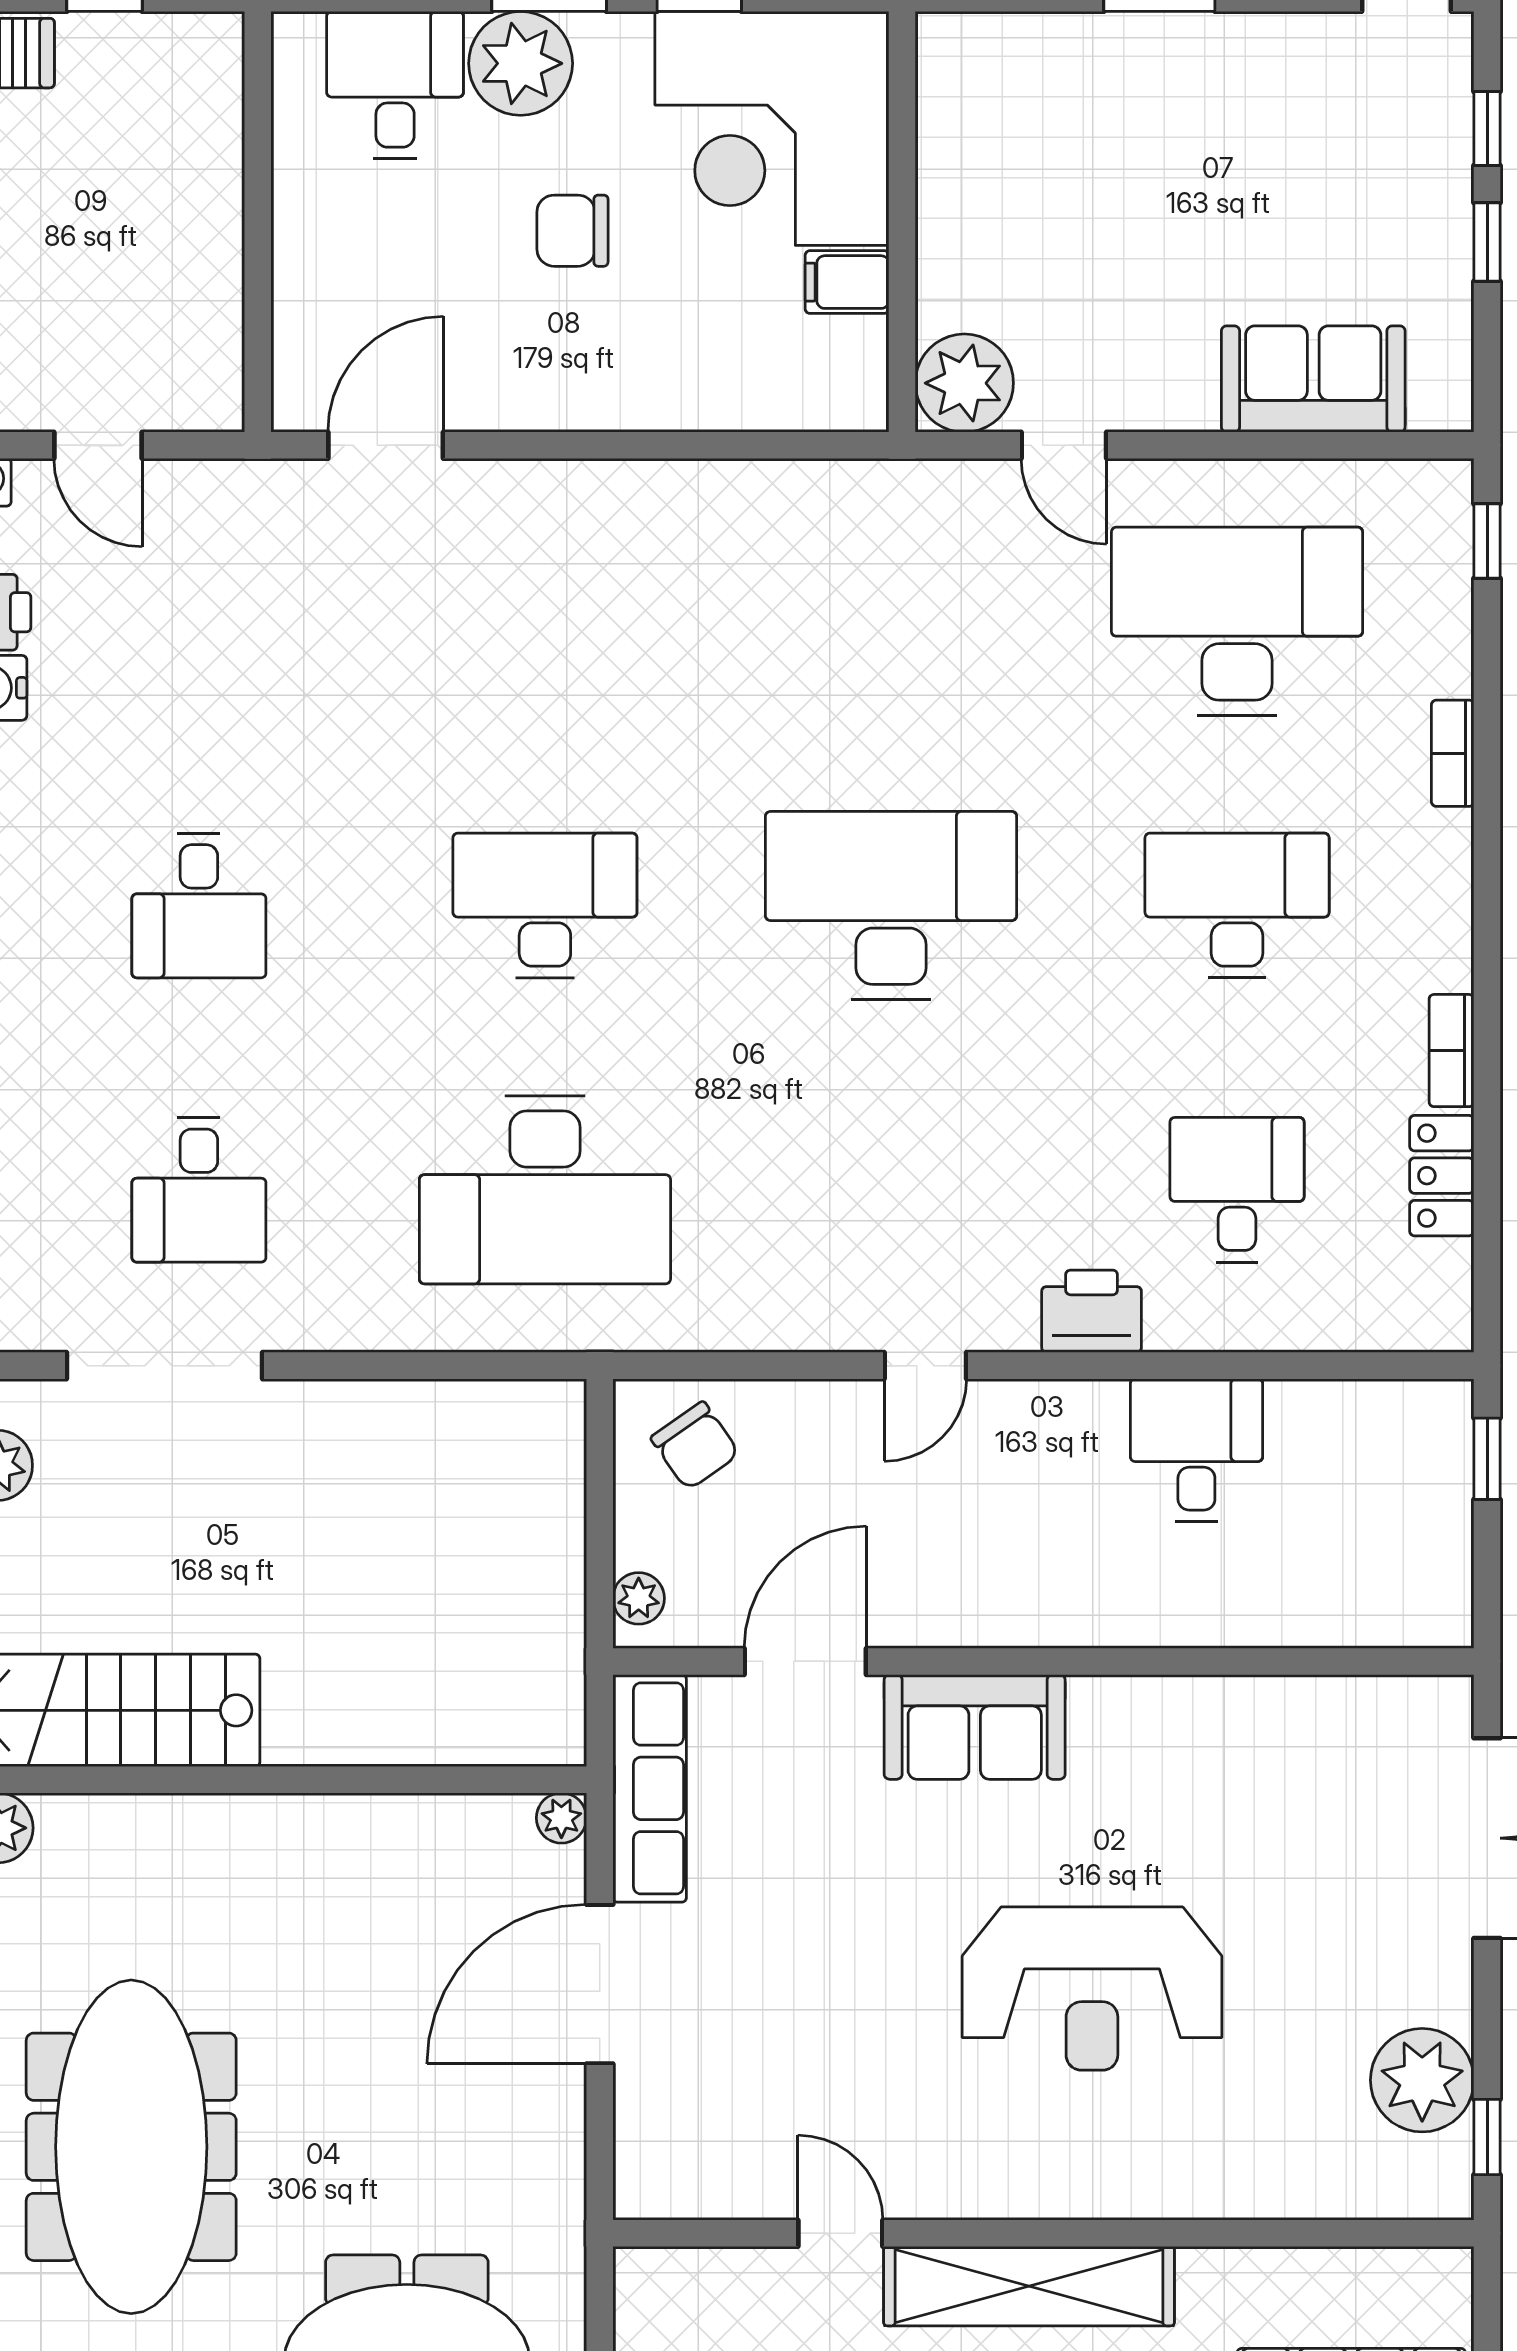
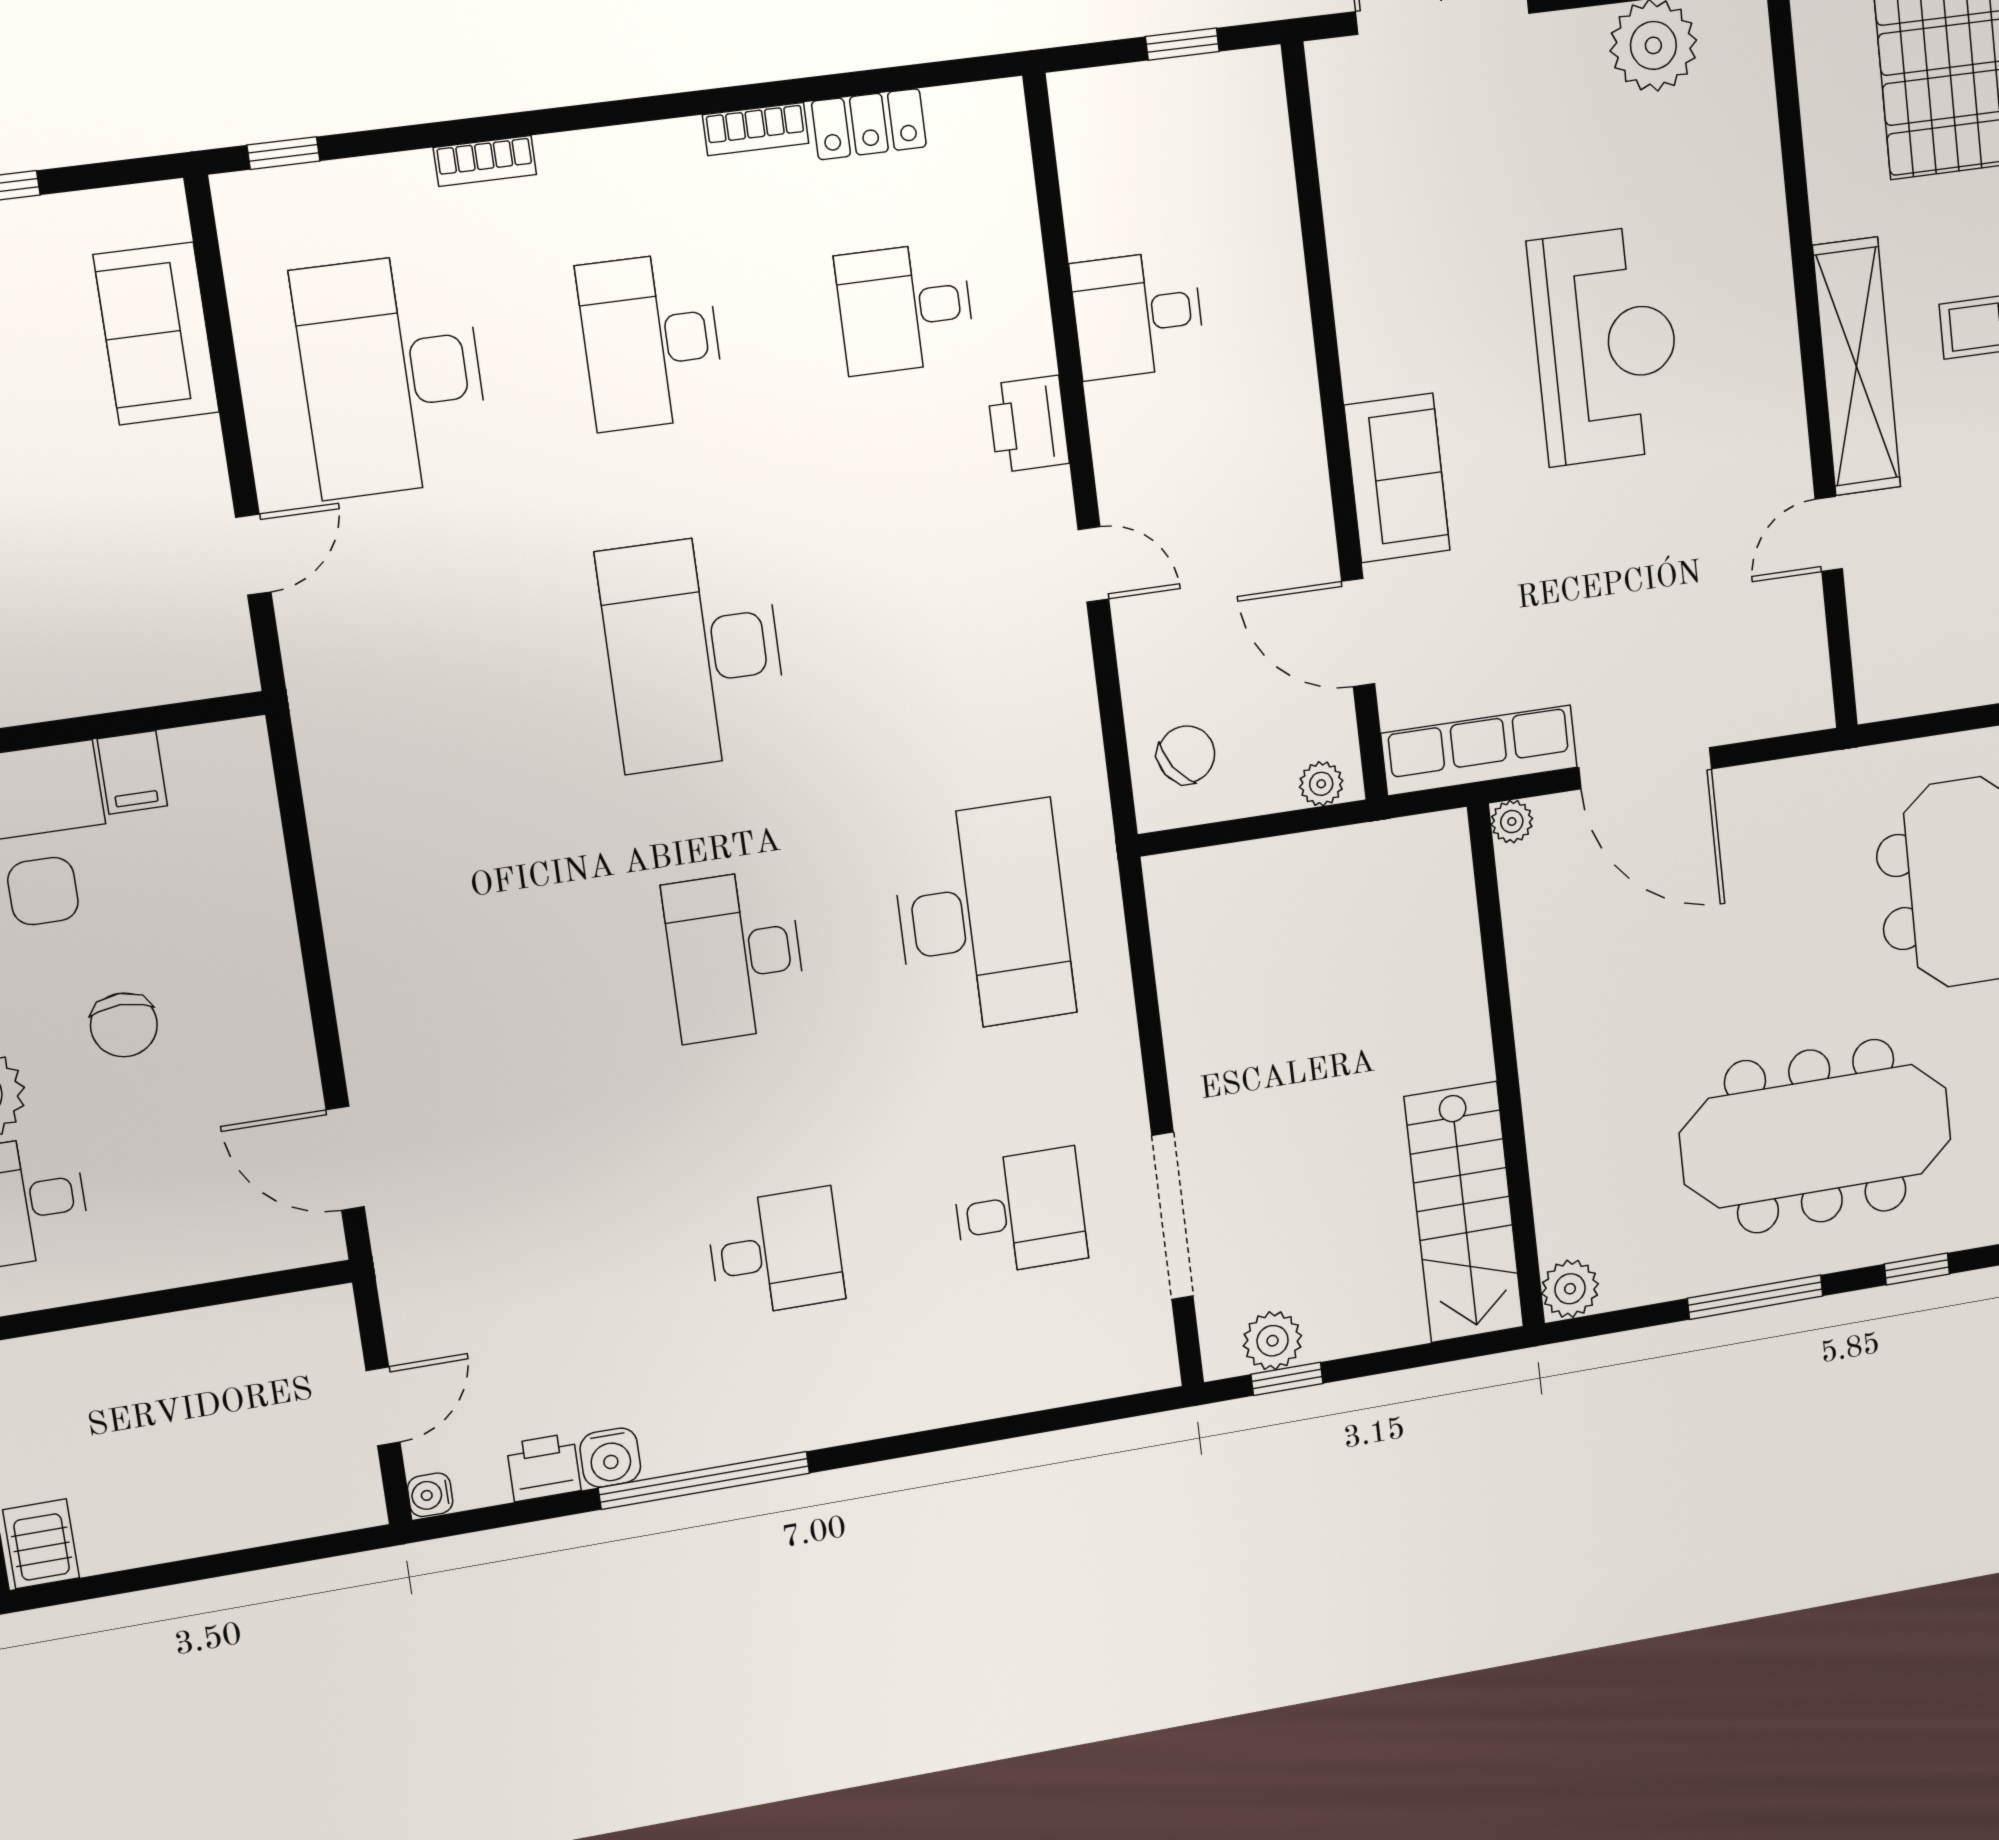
plant: (964, 383) -> (209, 653), removed
window: (1487, 1459) -> (1182, 44), moved

